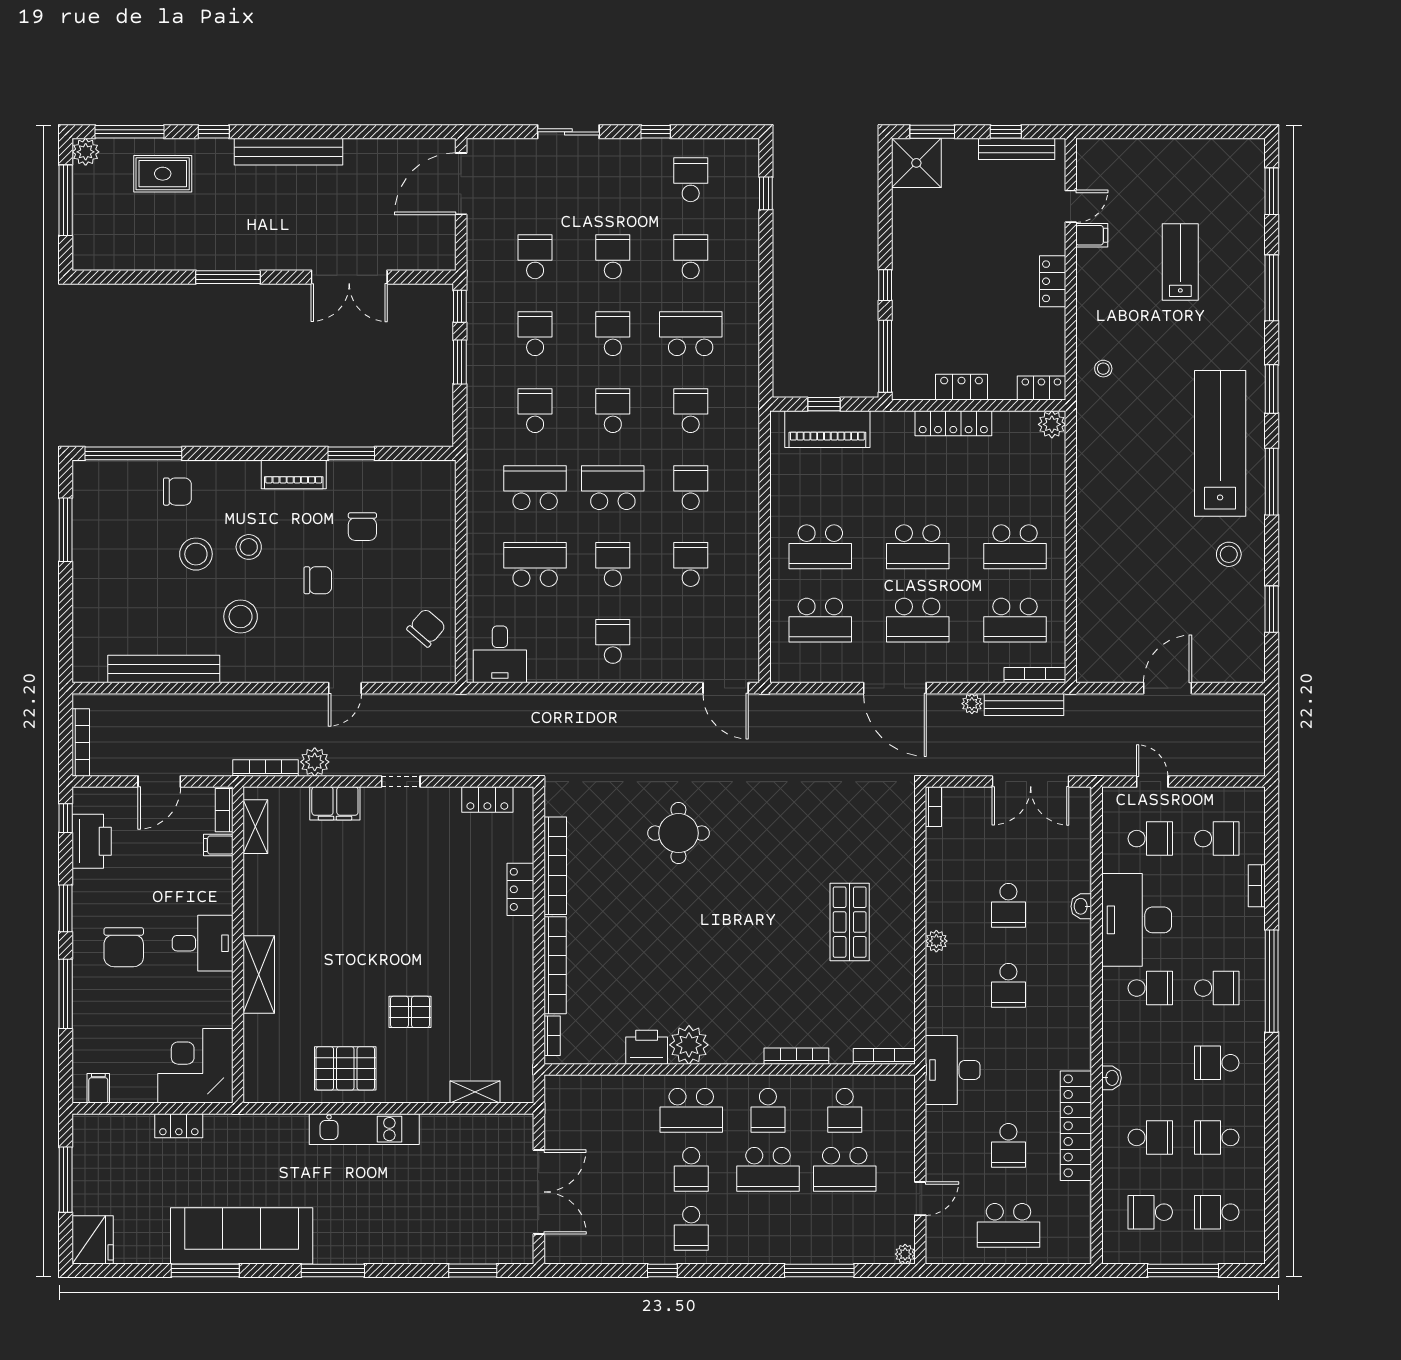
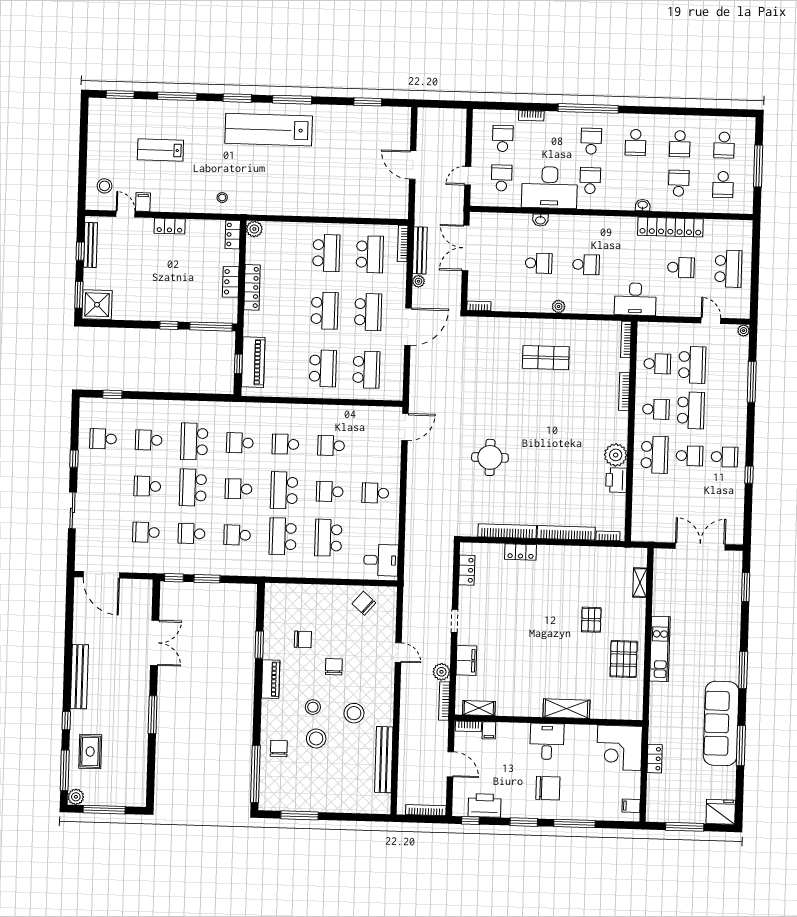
school desk: (613, 334) -> (193, 488), width x1.85
stool: (1229, 554) -> (105, 186), moved
double door: (1031, 782) -> (466, 248), swing flipped

